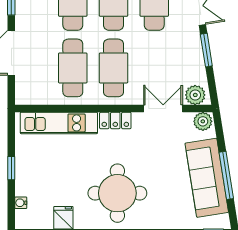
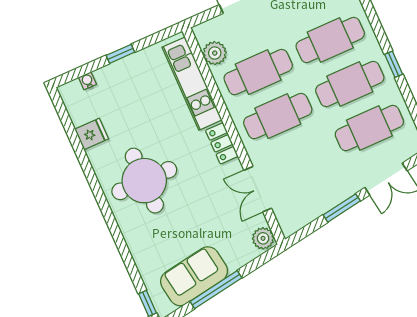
plant: (195, 95) -> (215, 53), moved
double door: (163, 109) -> (258, 189), swing flipped
sofa: (207, 178) -> (194, 276), width x0.73

